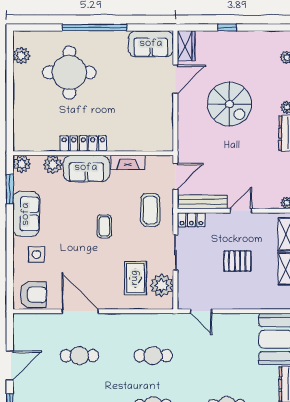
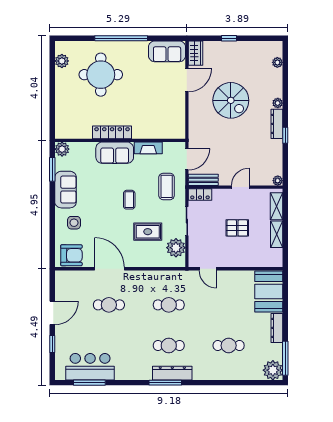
plant: (53, 165) -> (87, 150), removed
bench: (202, 202) -> (203, 180), width x0.73
rug: (135, 278) -> (148, 232), moved, turned 90

